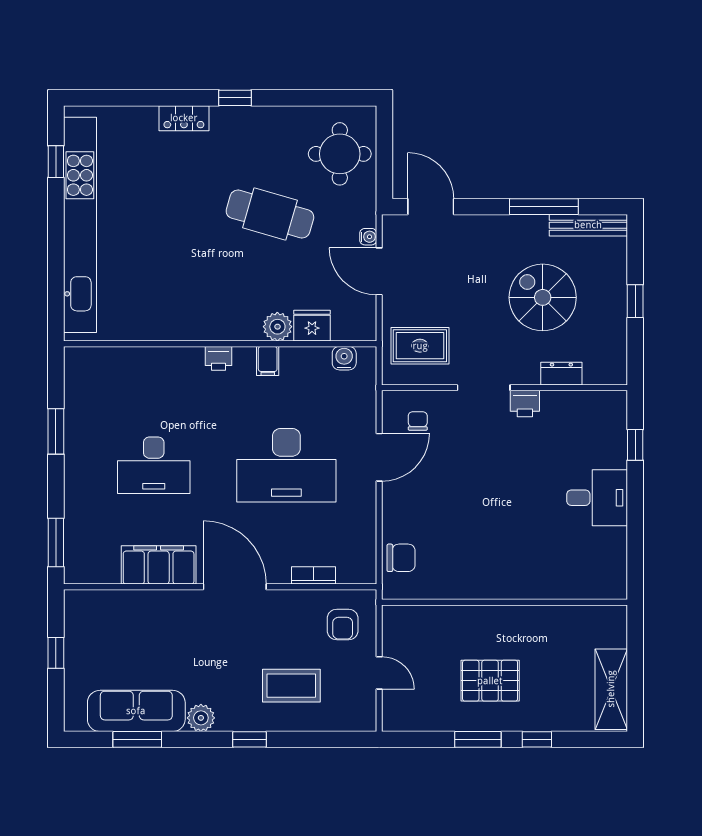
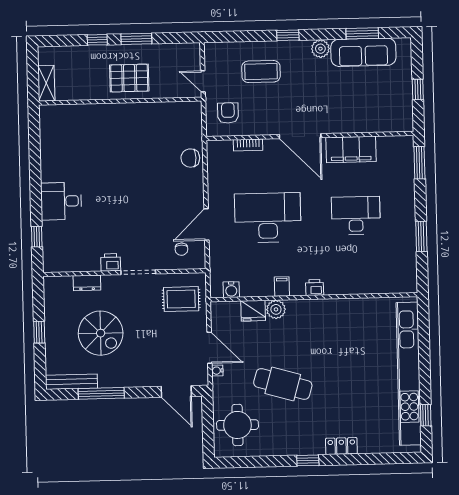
wall: (505, 602) -> (120, 101), moved
shelving: (611, 689) -> (46, 83), width x0.67, depth x0.75

